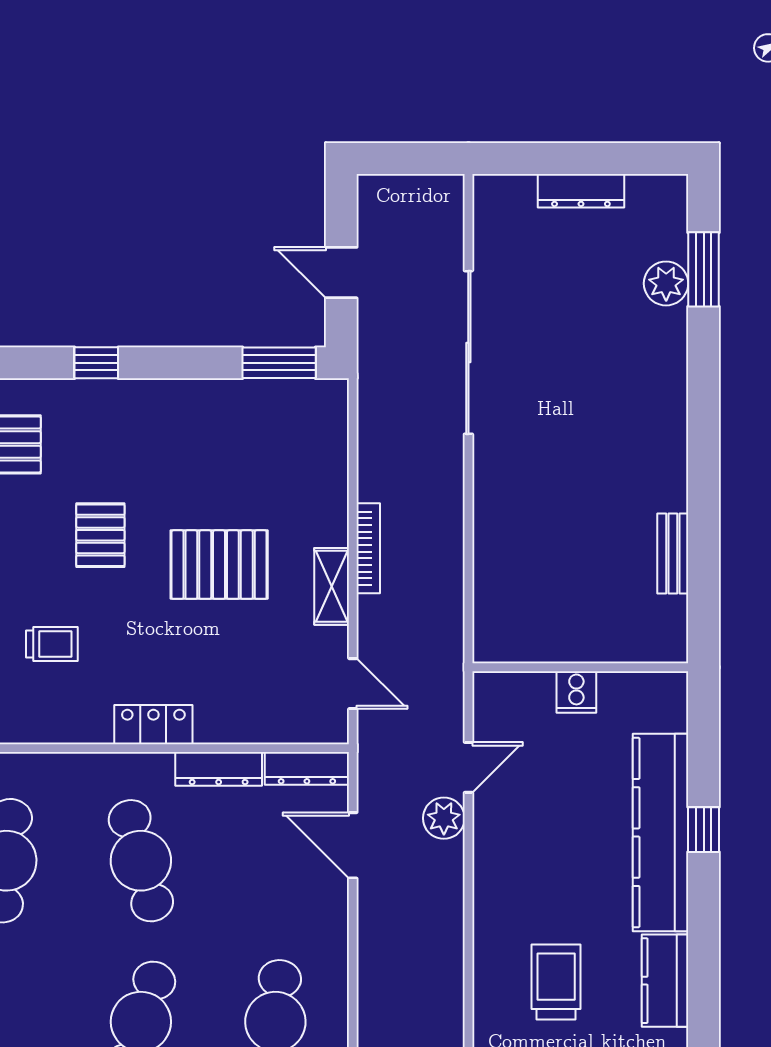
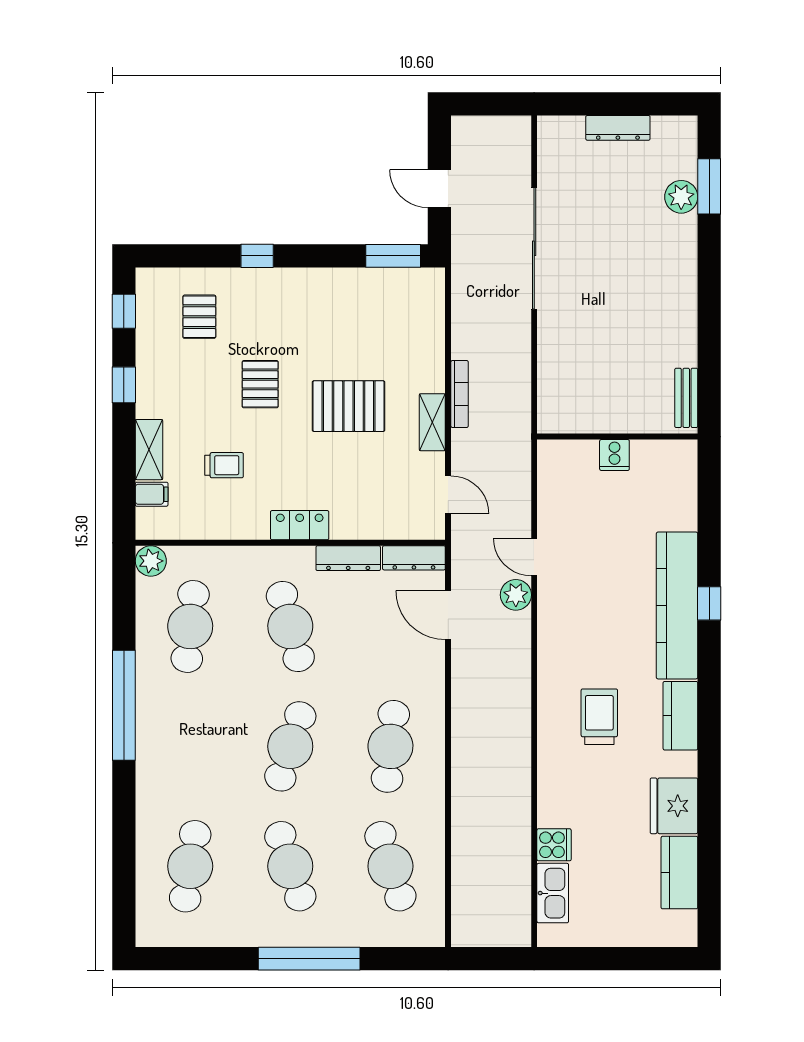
wall: (580, 667) -> (617, 437), moved
cooker: (576, 692) -> (614, 455), moved
door: (468, 767) -> (534, 557), swing flipped

